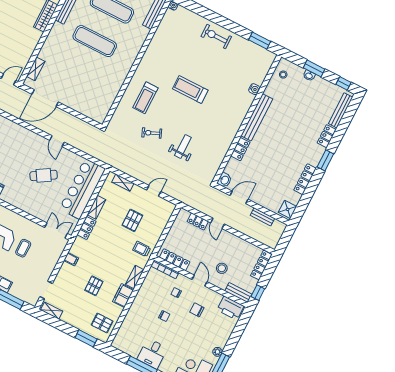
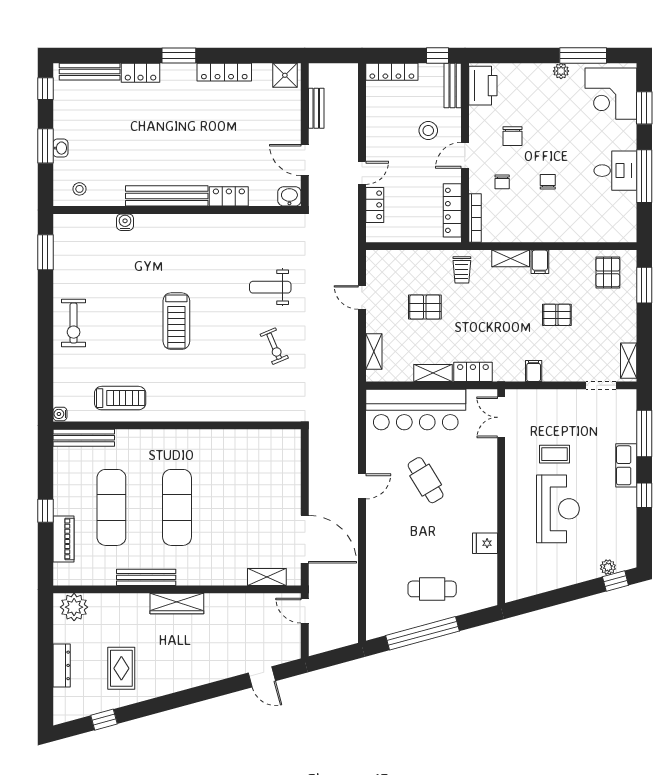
treadmill: (145, 98) -> (120, 398), moved
filing cabinet: (123, 296) -> (540, 262), width x0.50

